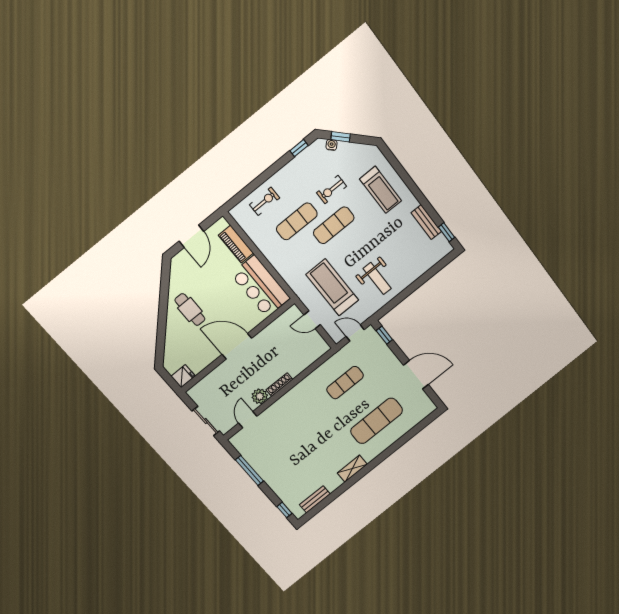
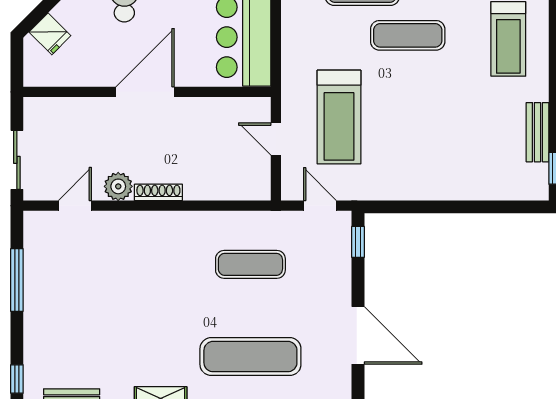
weight bench: (377, 279) -> (410, 155), removed
treadmill: (332, 287) -> (339, 117), turned 180
door: (237, 346) -> (145, 92), hinge flipped
fridge: (183, 376) -> (50, 34), moved, turned 45

